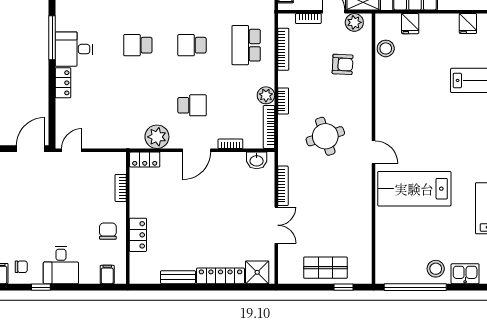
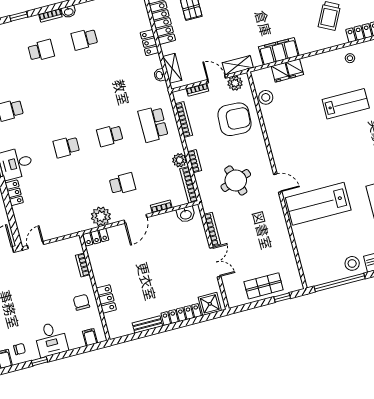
fridge: (468, 24) -> (295, 68), moved
armchair: (343, 64) -> (234, 119), width x1.88, depth x1.88

